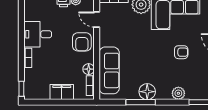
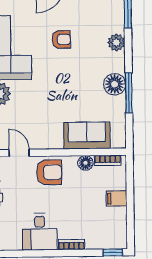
door: (97, 20) -> (19, 153), swing flipped
armchair: (181, 52) -> (61, 39), turned 90
sofa: (109, 70) -> (87, 135), width x0.73
filing cabinet: (62, 92) -> (117, 198), width x0.50

